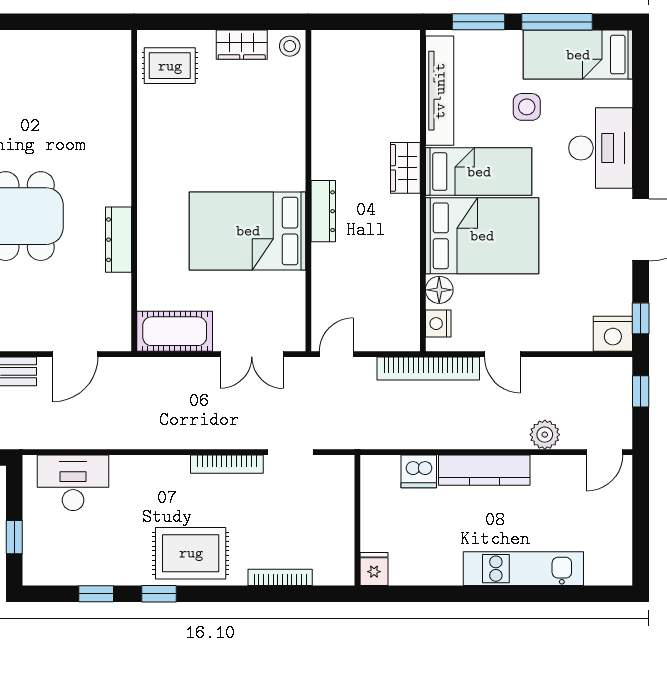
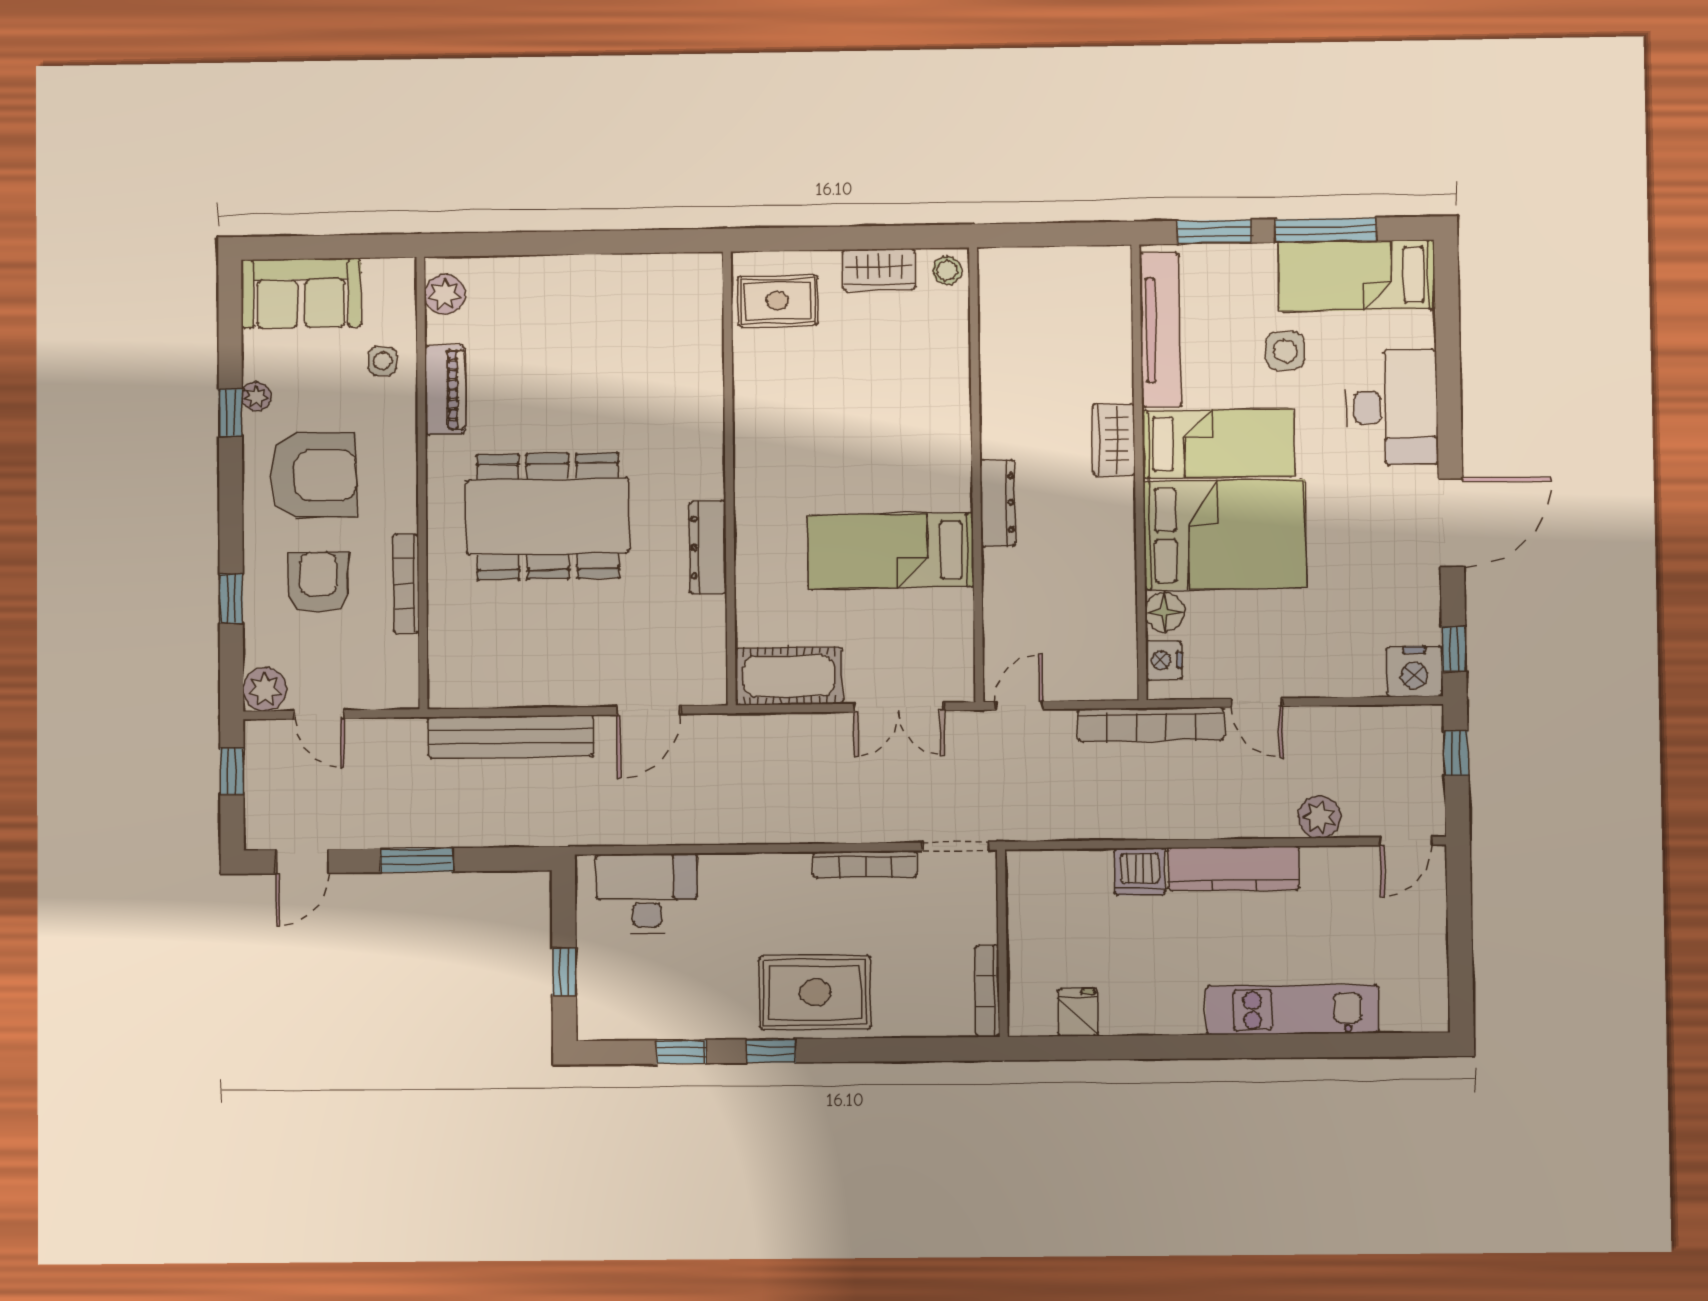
bed: (248, 231) -> (891, 551), width x0.67
wall: (357, 520) -> (1002, 943), moved
bookcase: (280, 577) -> (987, 991), moved, turned -90

